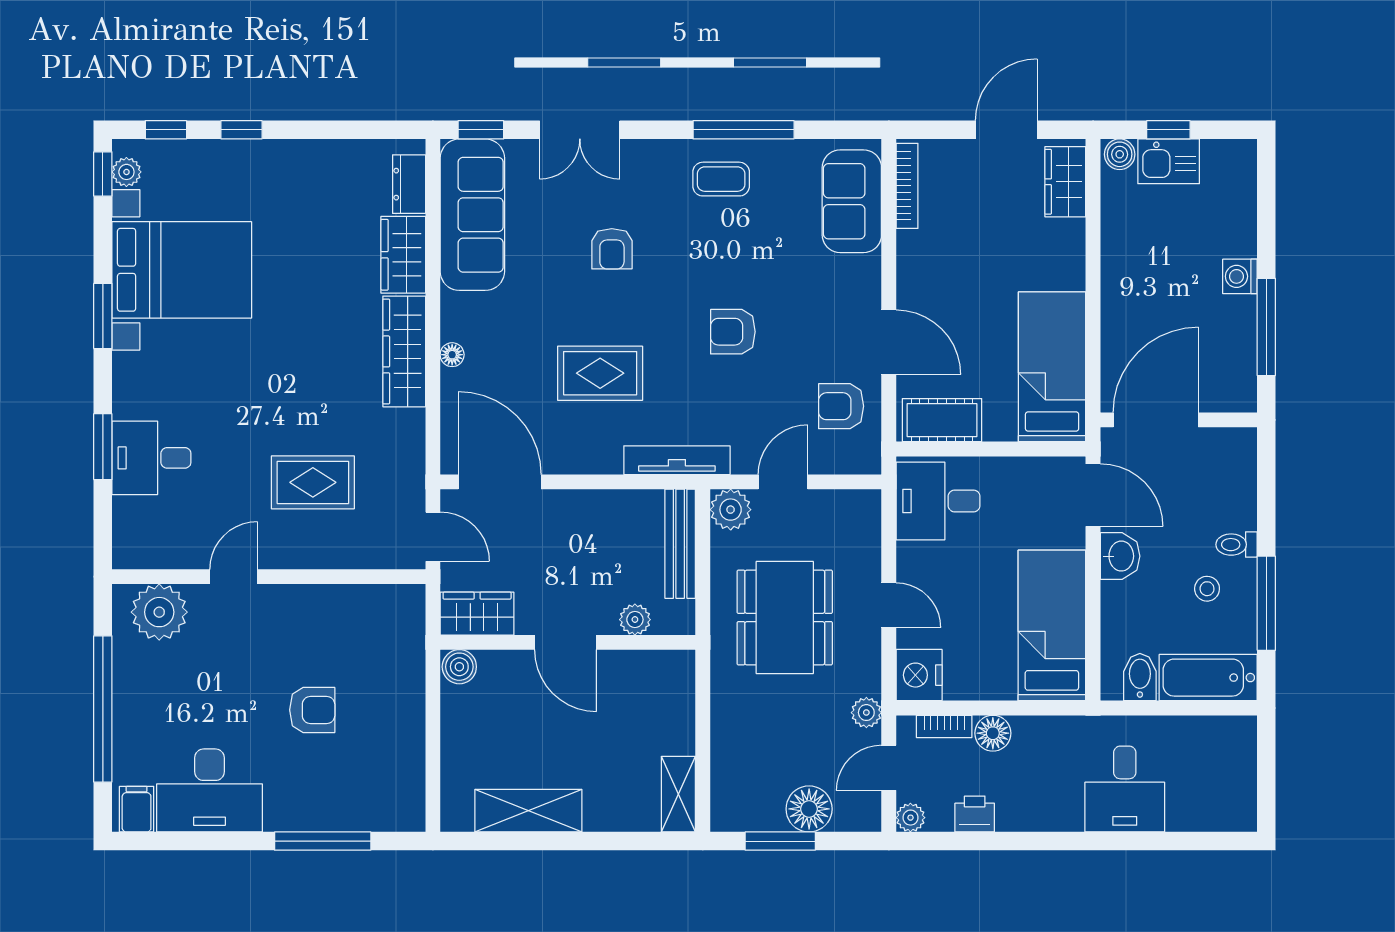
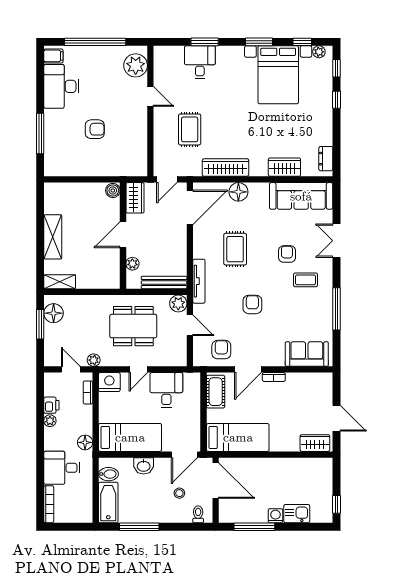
window: (481, 130) -> (337, 199), removed
window: (1168, 130) -> (337, 504), moved
boiler: (1120, 154) -> (326, 466), removed
kitchen sink: (1169, 161) -> (297, 514), moved, turned 90
window: (103, 174) -> (302, 42), moved
coffee table: (721, 179) -> (306, 280), moved, turned 90
dresser: (409, 184) -> (326, 159), moved, turned -90
bookcase: (907, 186) -> (274, 377), moved, width x0.64
armchair: (612, 249) -> (287, 254), turned 90
wardrobe: (404, 351) -> (226, 167), moved
floor lamp: (452, 355) -> (238, 192), width x1.89, depth x1.89
desk: (938, 501) -> (166, 390), moved
toilet: (1236, 545) -> (198, 514), moved
washbasin: (1120, 556) -> (144, 466), moved
stool: (1207, 589) -> (179, 493), moved
armchair: (312, 710) -> (95, 129), turned -90
floor lamp: (993, 733) -> (85, 442), moved
floor lamp: (809, 809) -> (54, 313), moved
shelving: (528, 811) -> (53, 237), moved
plant: (910, 818) -> (50, 421), moved
bookcase: (1212, 821) -> (49, 504), added

